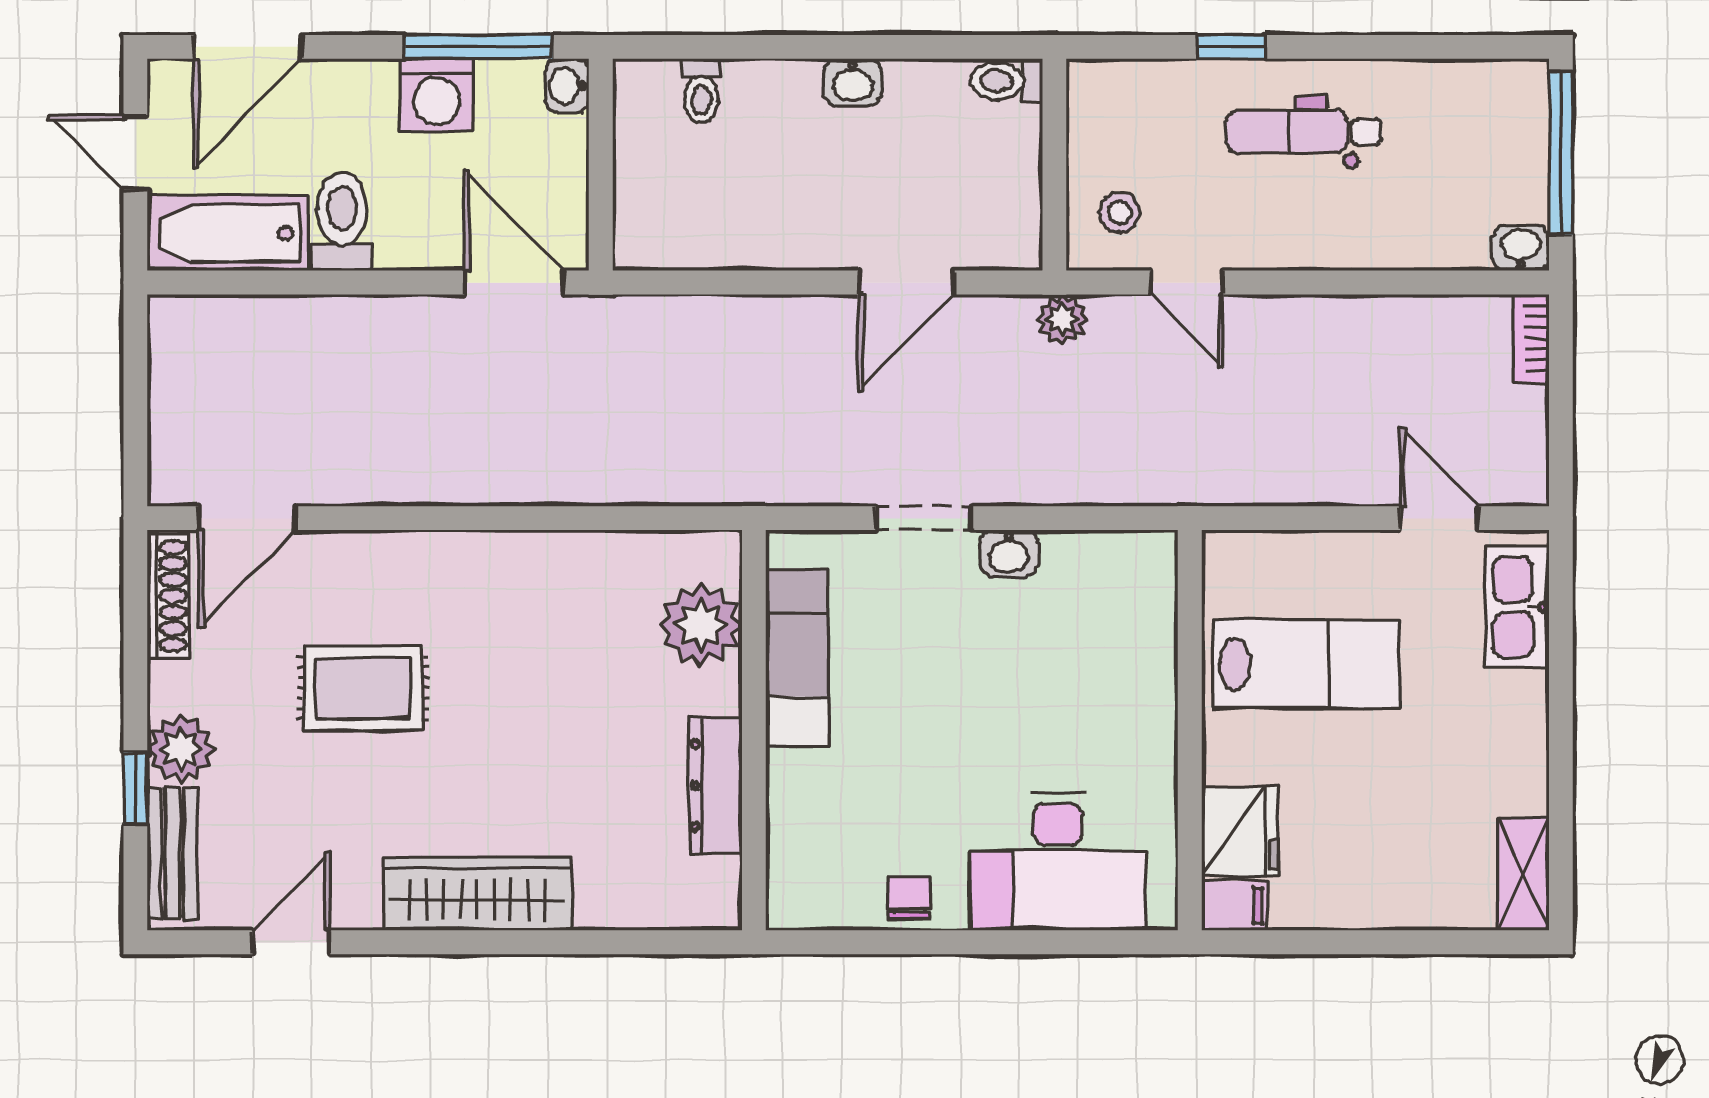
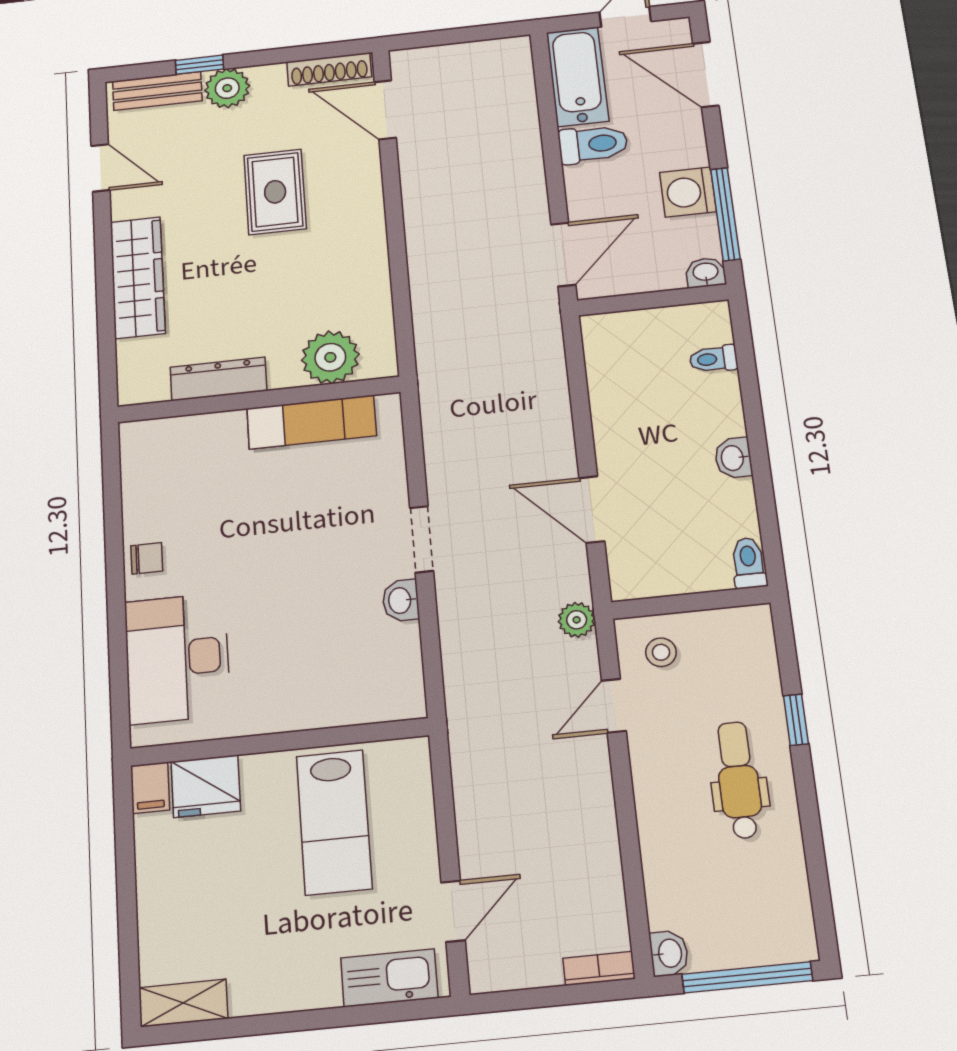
plant: (701, 625) -> (330, 357), moved
exam couch: (797, 658) -> (312, 422), moved
wall: (754, 730) -> (259, 400), moved
dresser: (716, 785) -> (218, 379), moved

